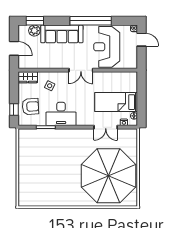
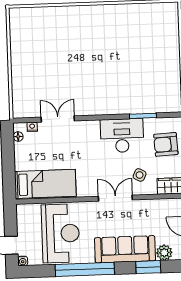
window: (35, 21) -> (148, 267), moved
double door: (81, 70) -> (115, 198), moved
bed: (116, 102) -> (45, 184), moved
parasol: (109, 176) -> (51, 50), removed

